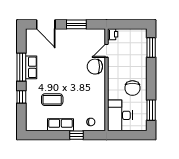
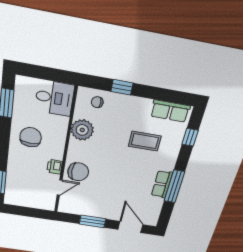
printer: (113, 34) -> (55, 167), moved
window: (21, 97) -> (190, 137), moved
plant: (97, 100) -> (82, 130), added
desk: (120, 115) -> (54, 98), width x0.73
row of seats: (60, 125) -> (170, 111), moved

